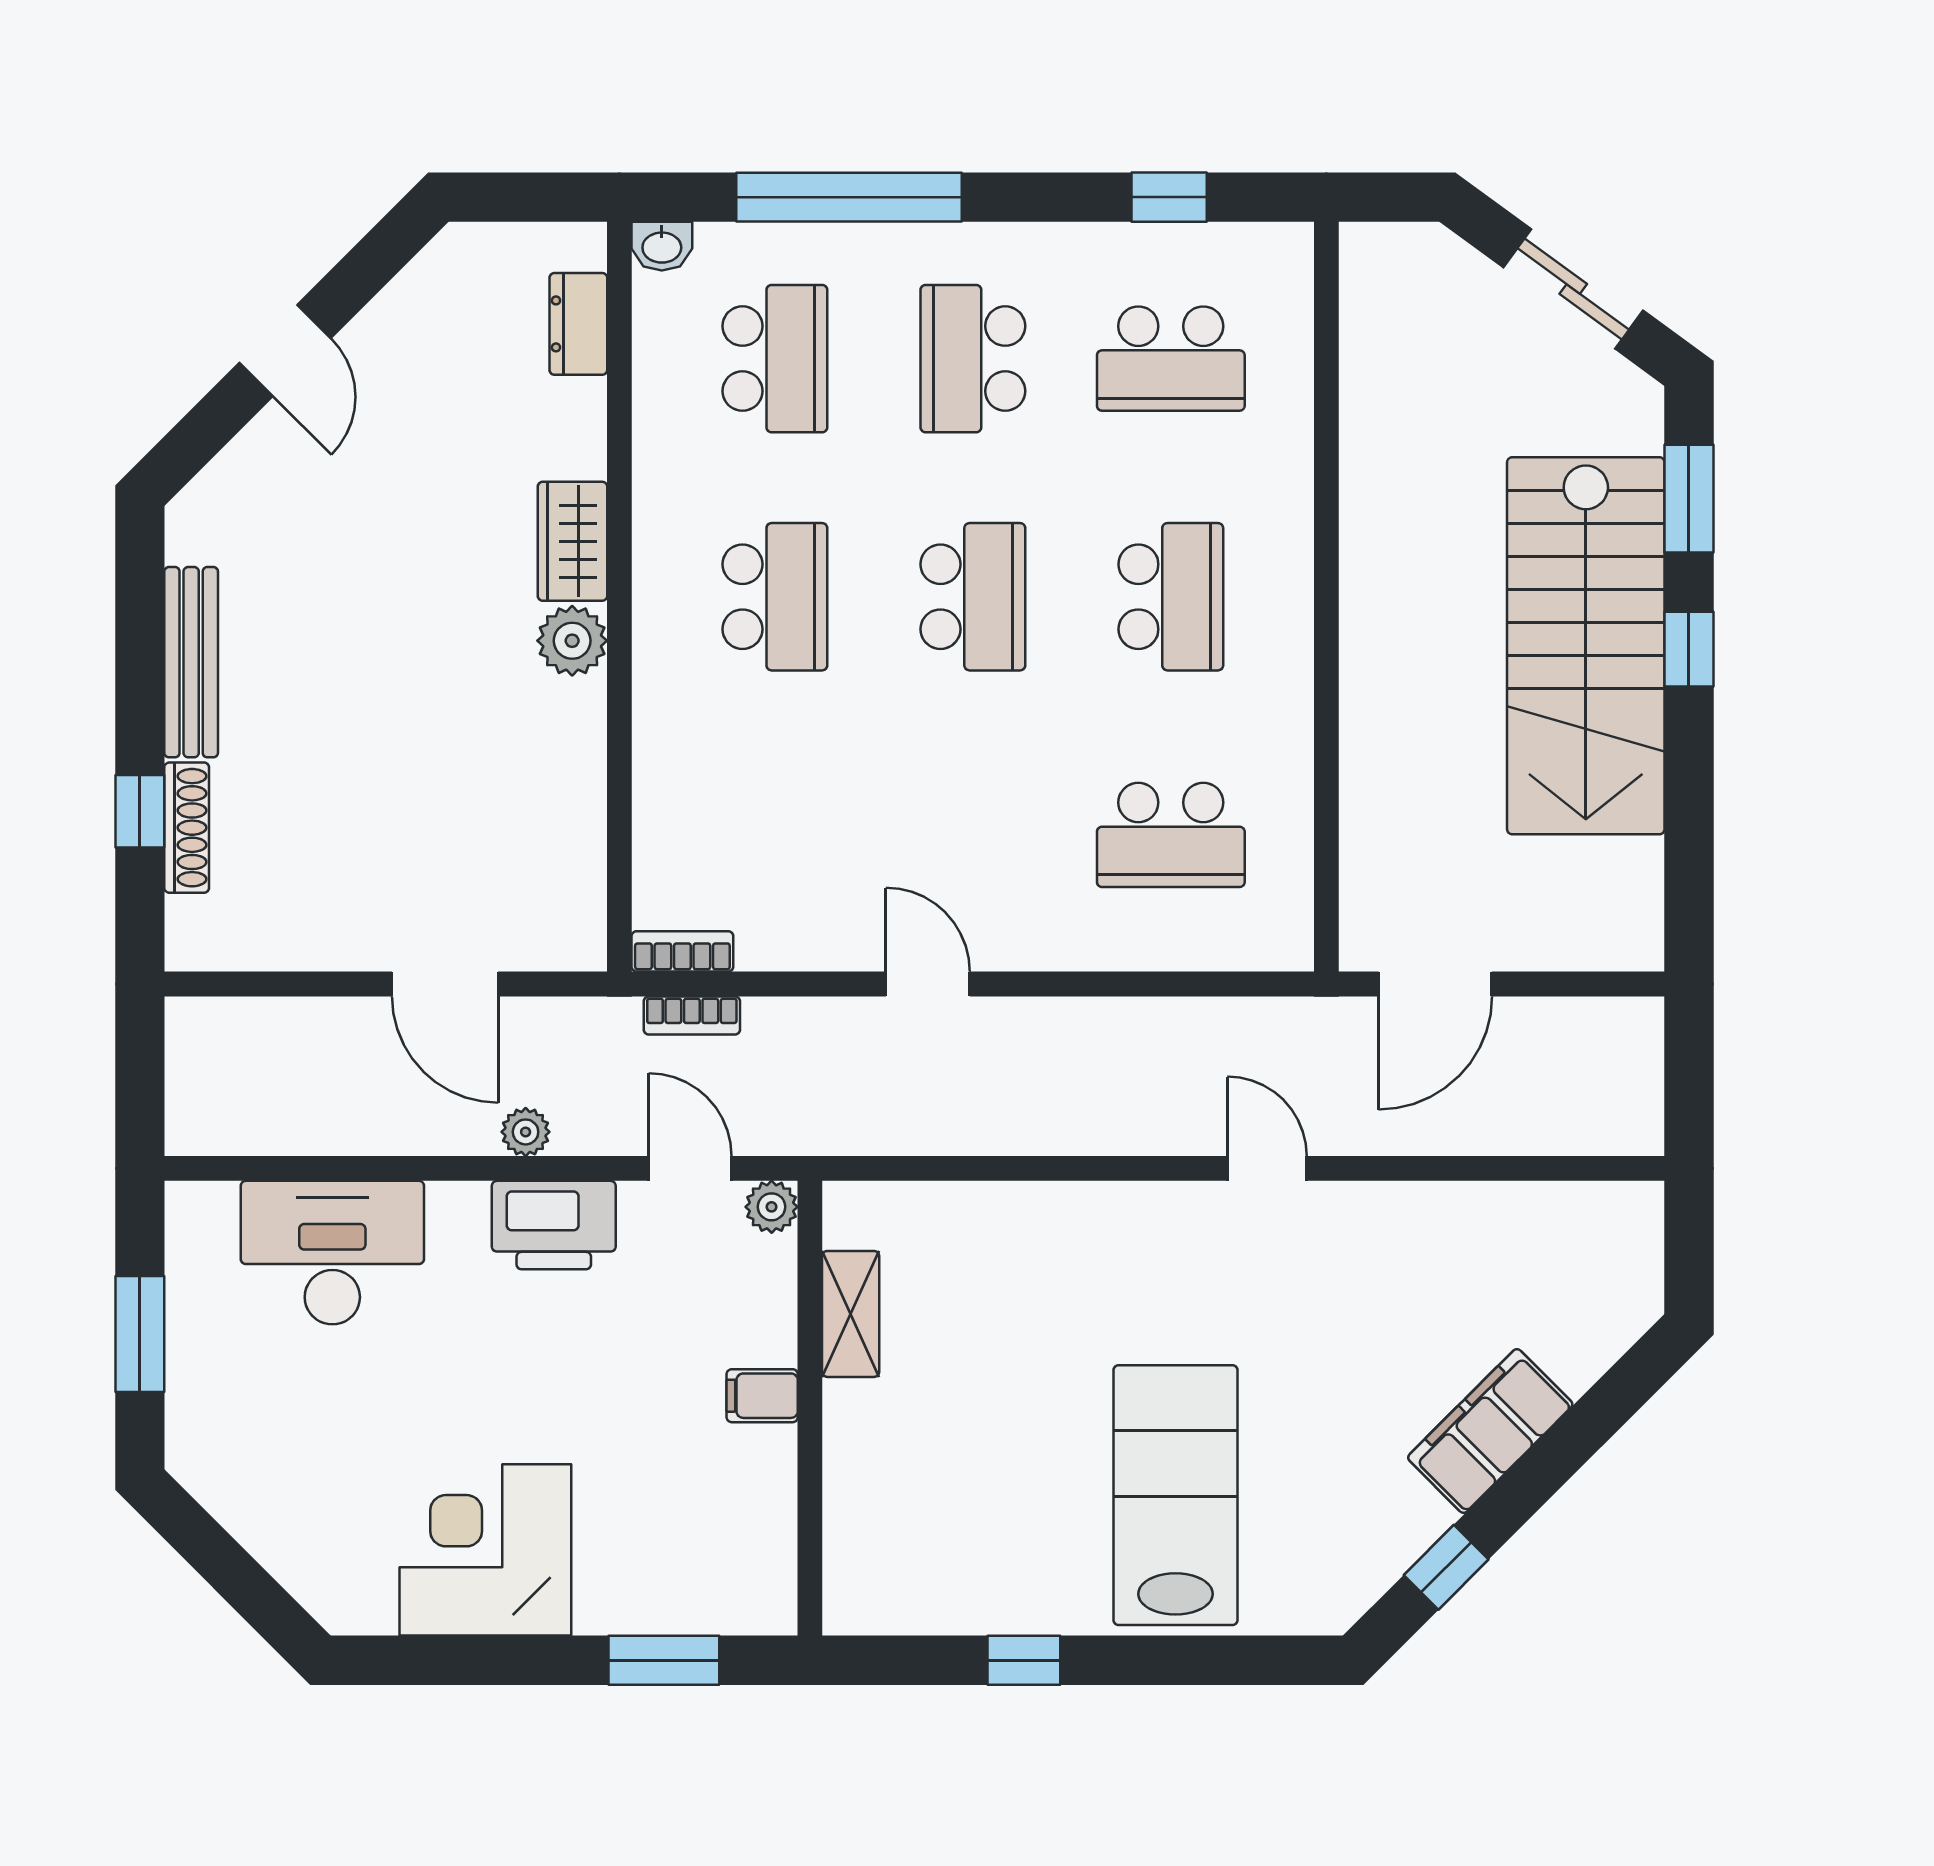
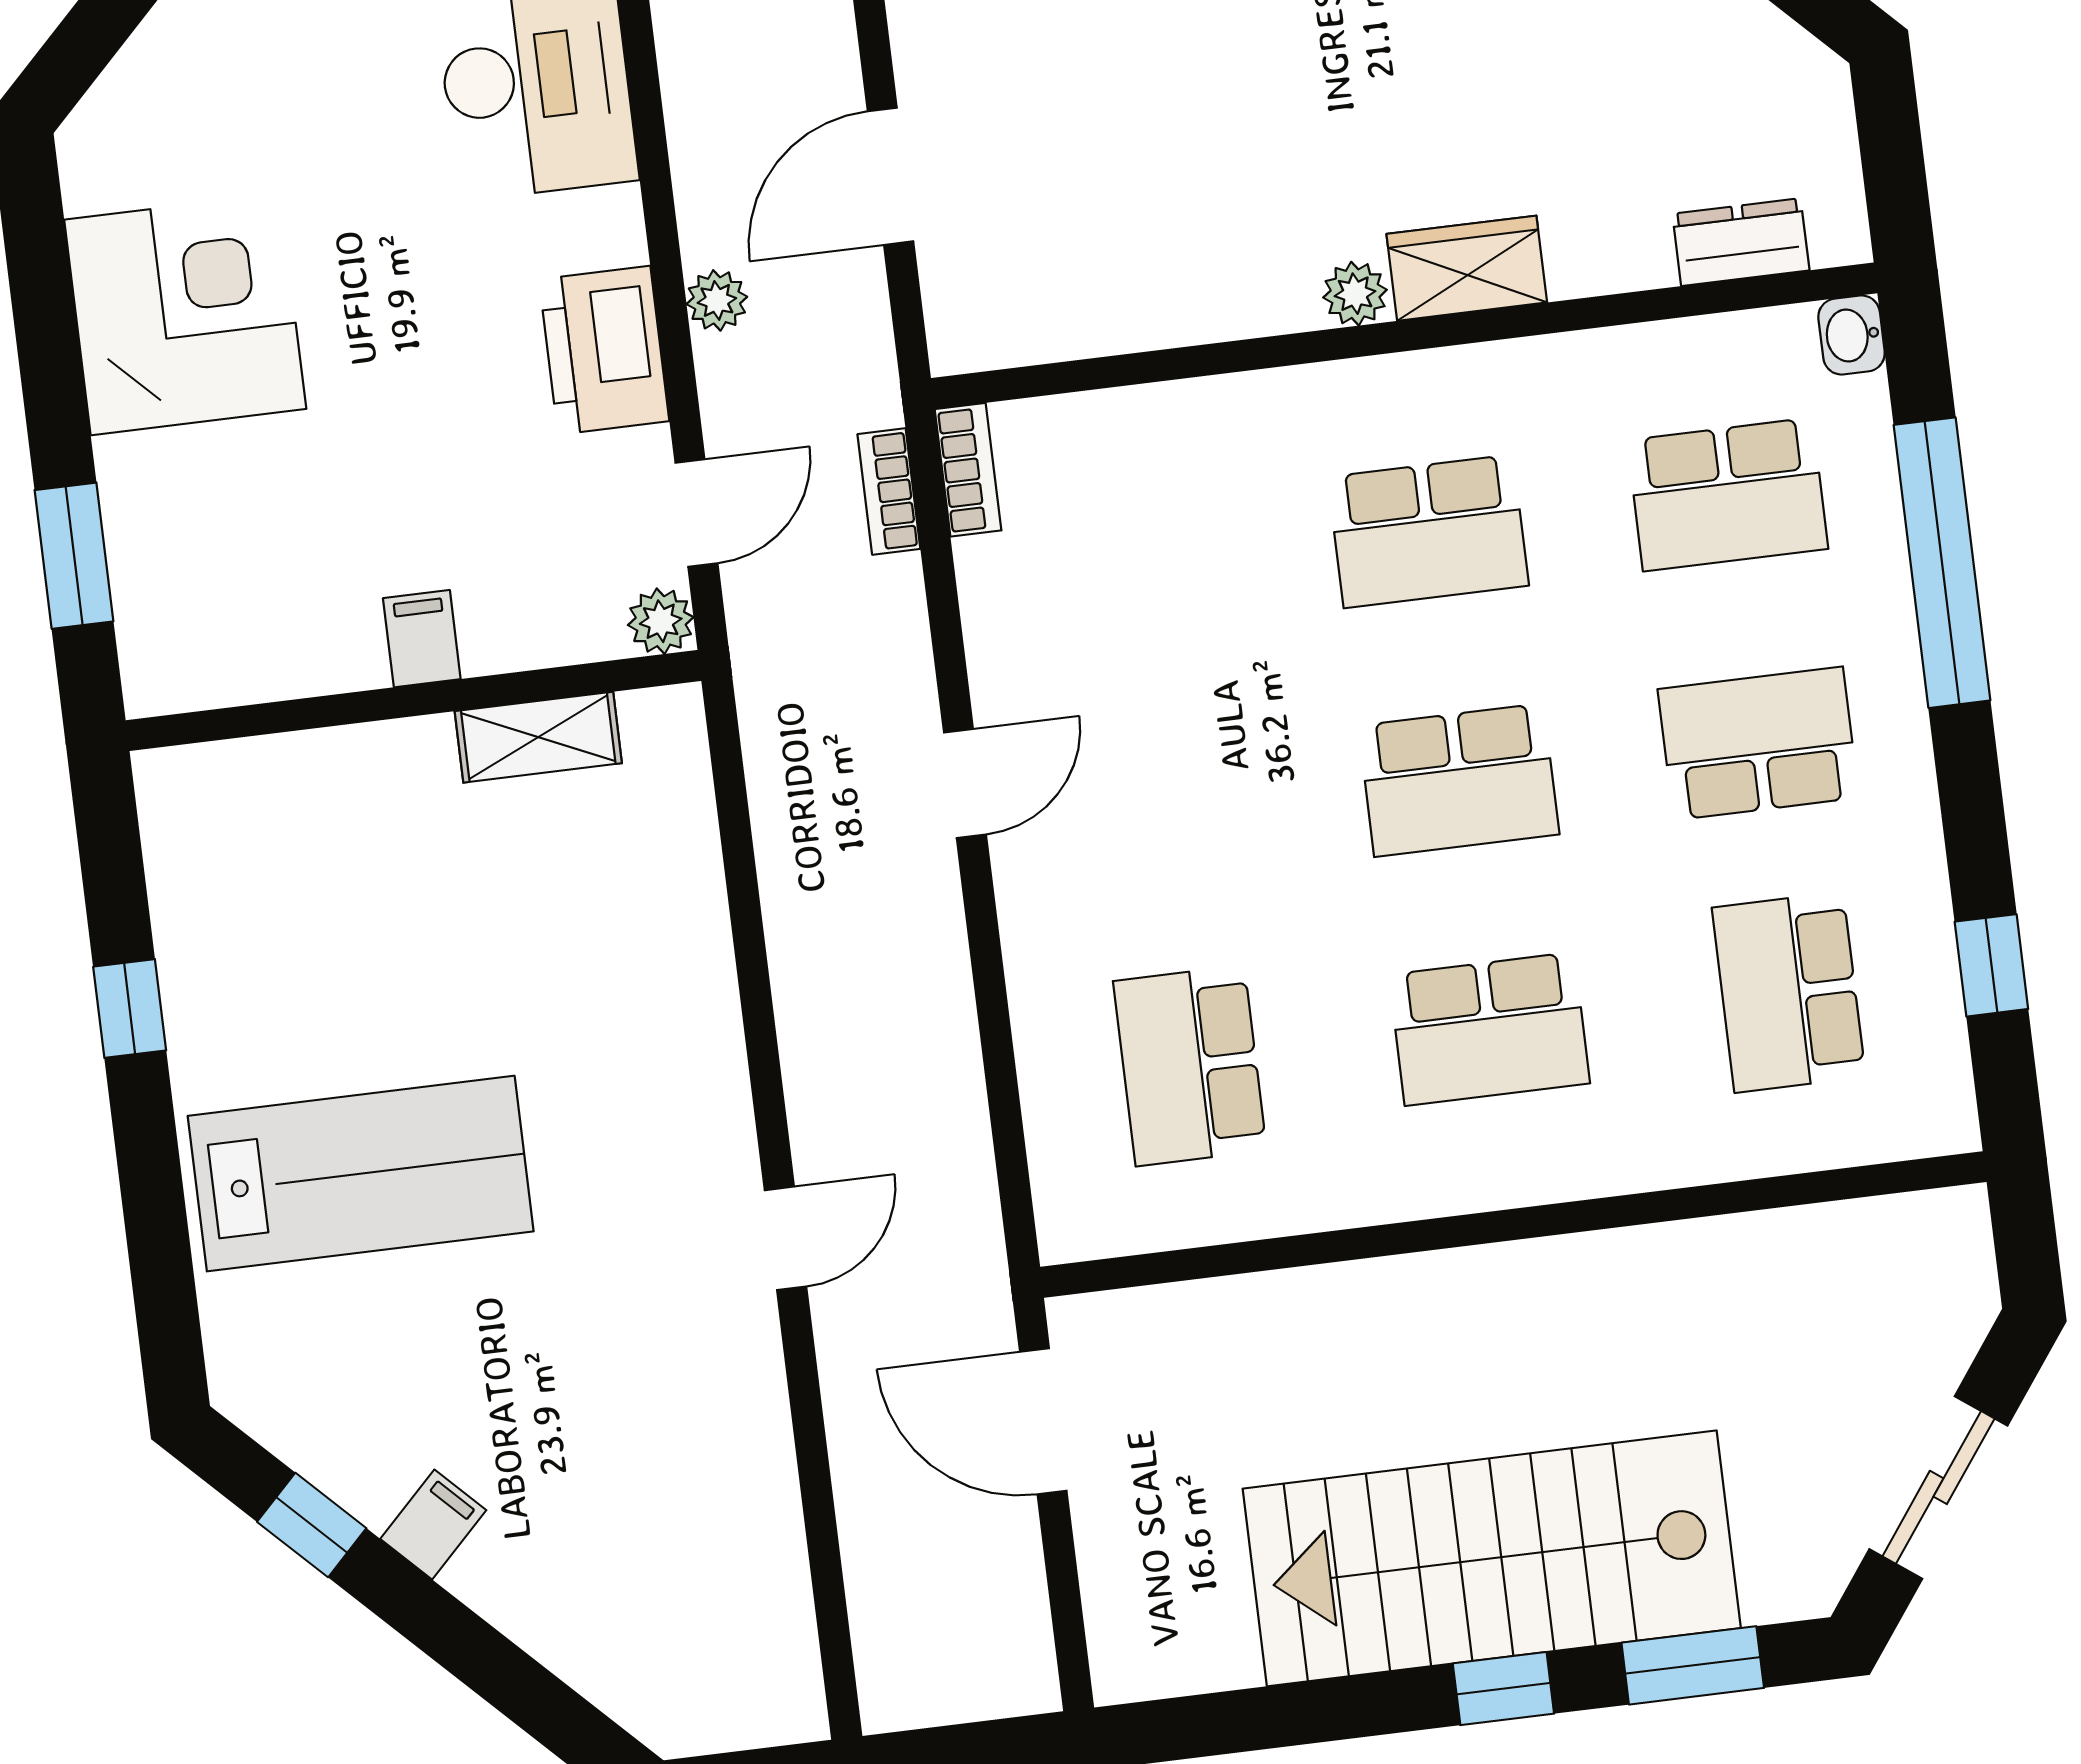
plant: (572, 641) -> (1355, 294), width x0.73, depth x0.73
filing cabinet: (1490, 1431) -> (433, 1525), width x0.33, depth x0.86

